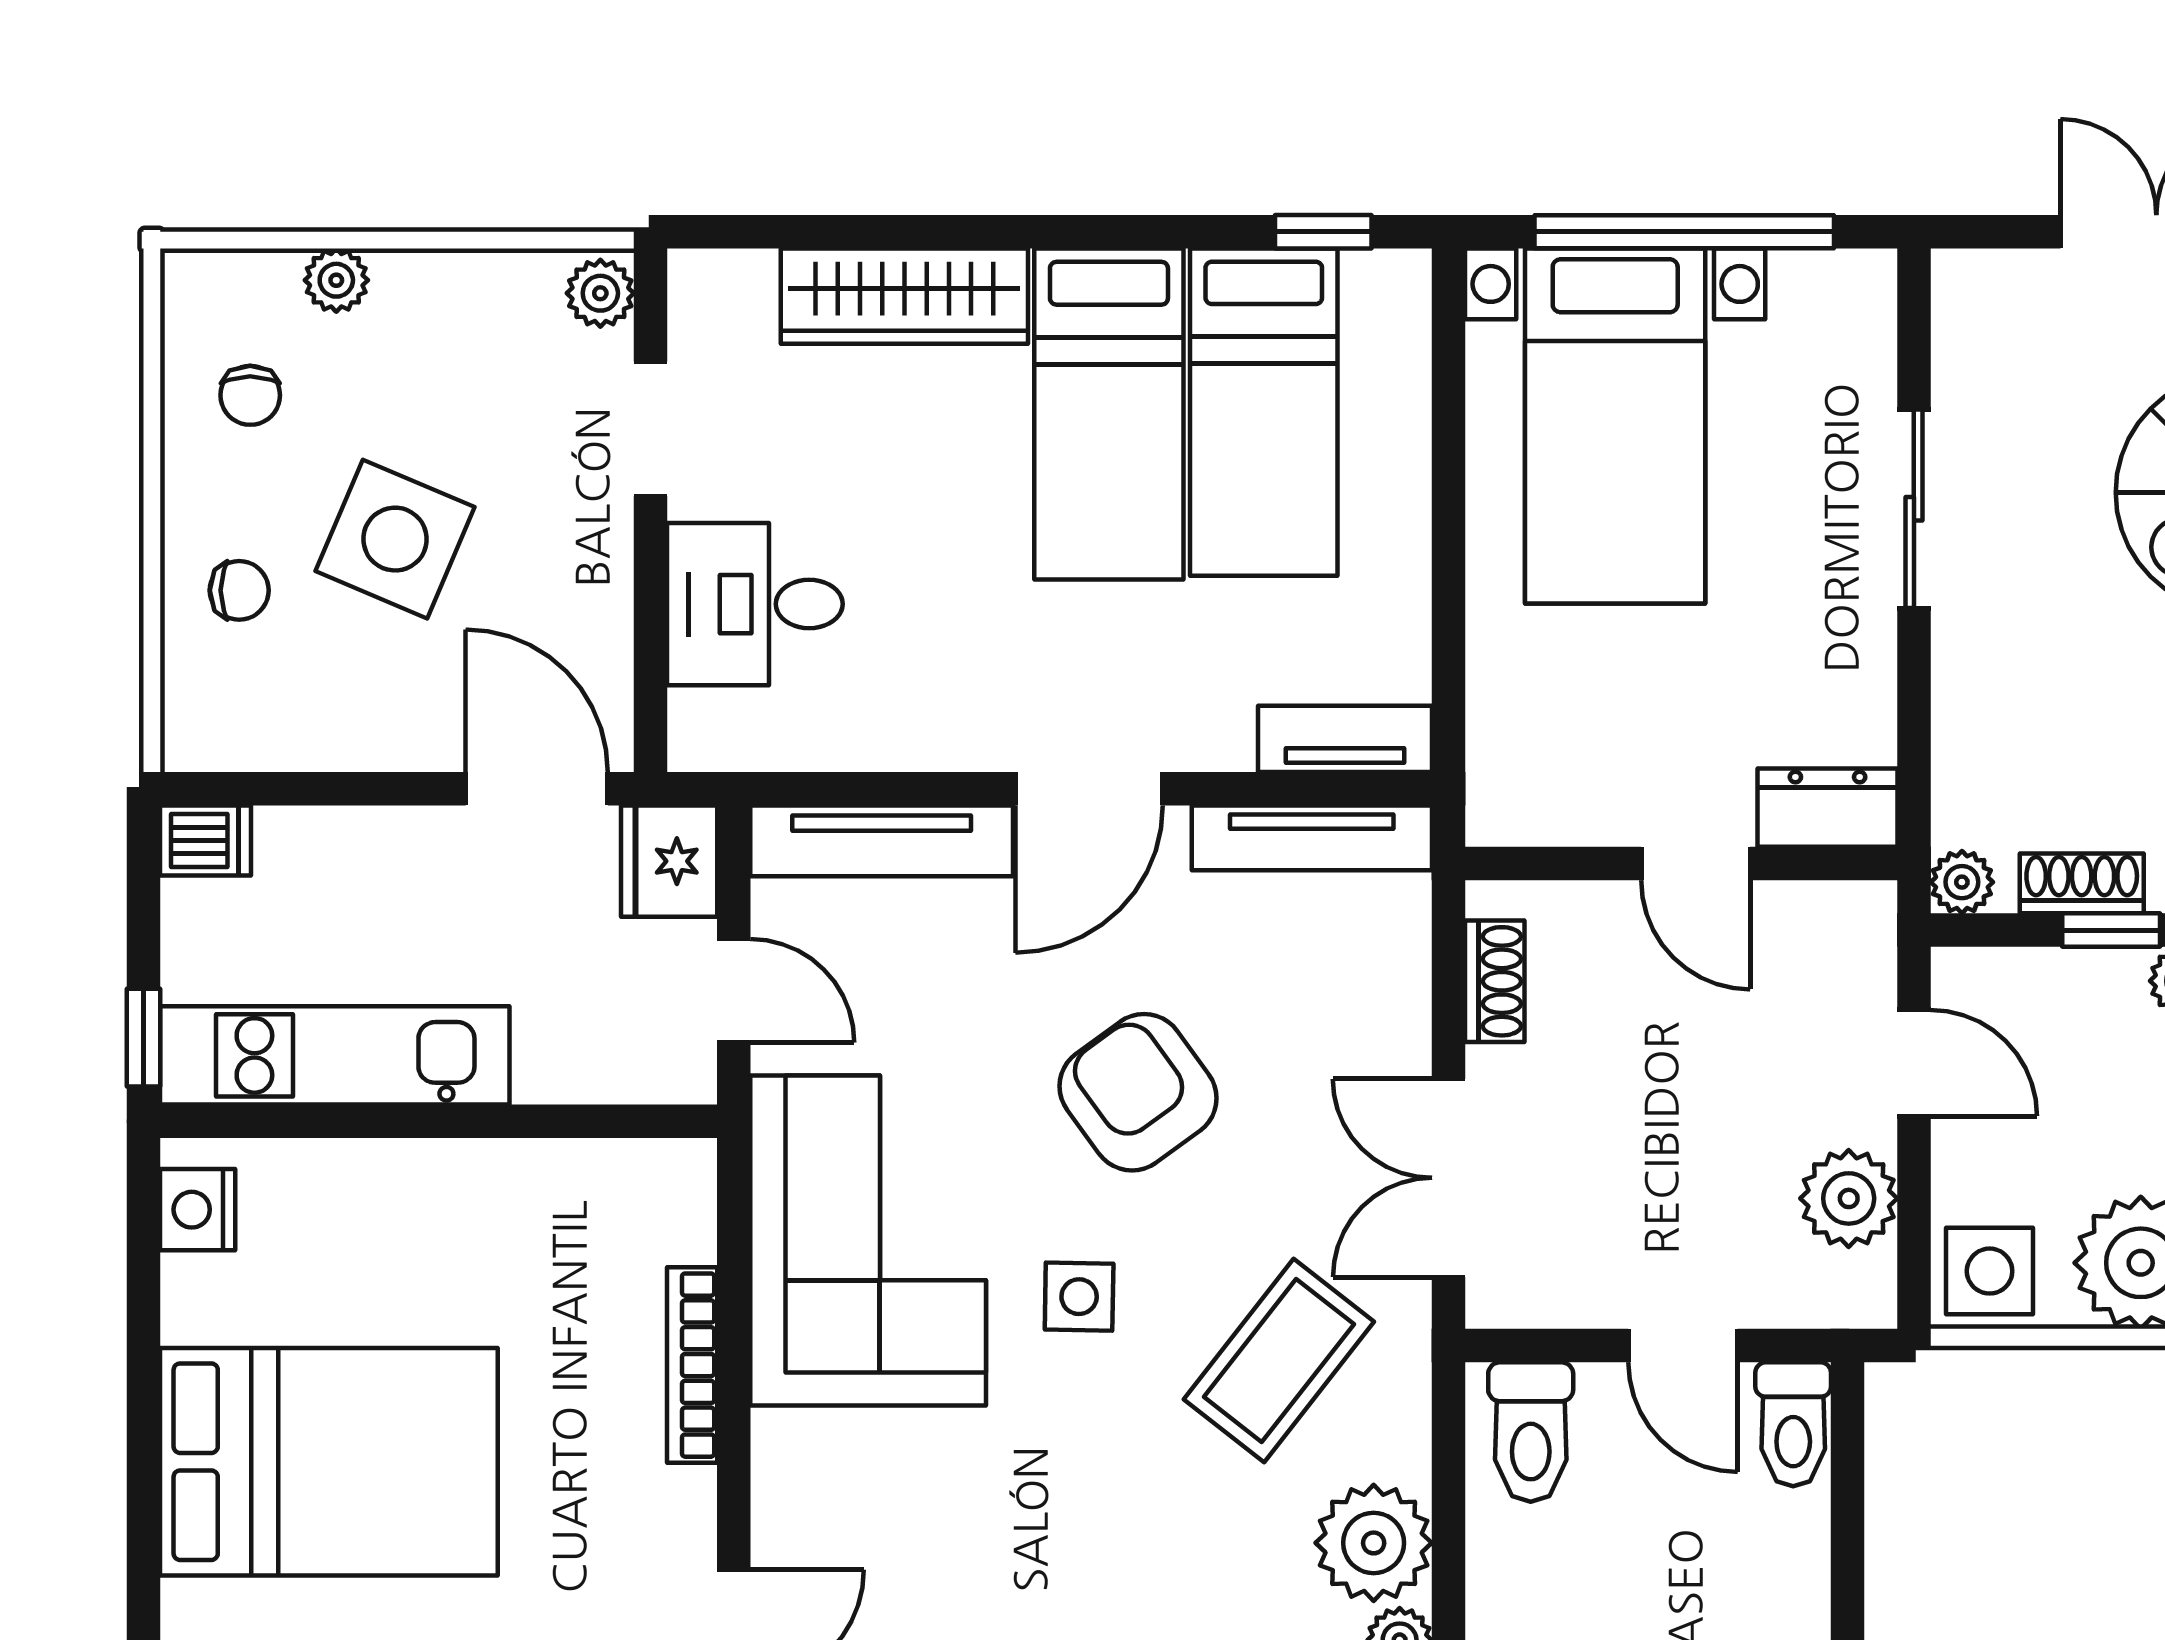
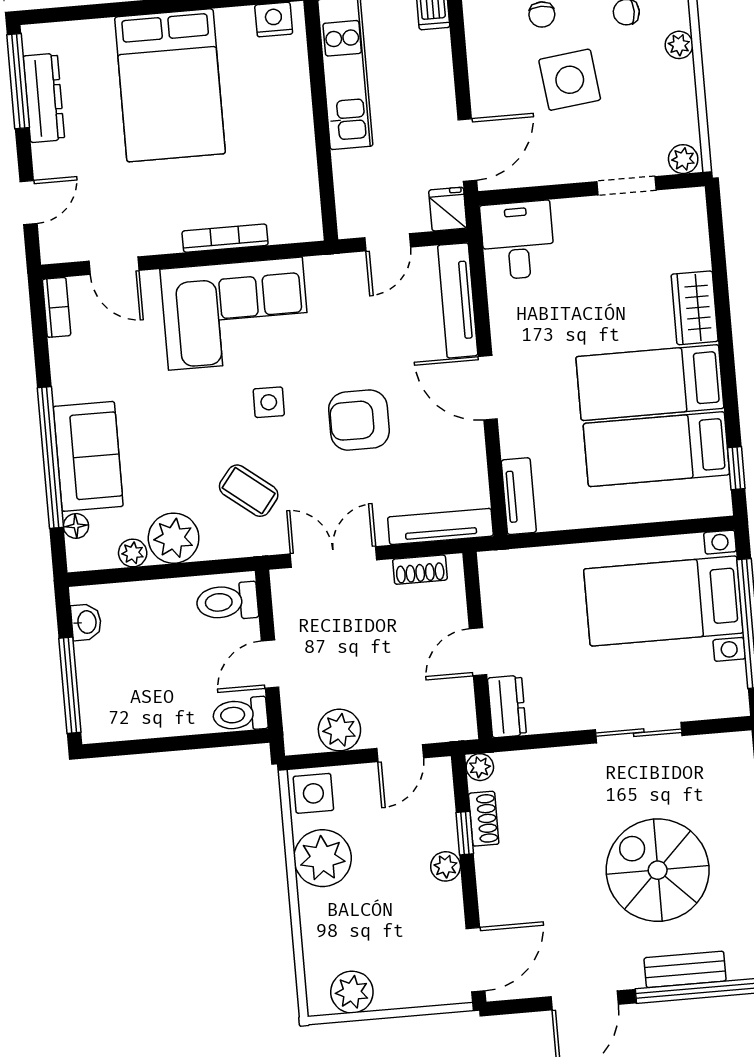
wardrobe: (904, 296) -> (695, 308), width x0.67
side table: (395, 539) -> (570, 80), turned -30
desk: (755, 604) -> (518, 240), moved
tv unit: (1312, 838) -> (440, 526), moved, turned 90
fridge: (669, 861) -> (448, 209), width x0.72
armchair: (1138, 1092) -> (359, 420), turned -144
corner sofa: (868, 1240) -> (235, 314), moved
coffee table: (1279, 1360) -> (249, 491), width x0.73, depth x0.77

